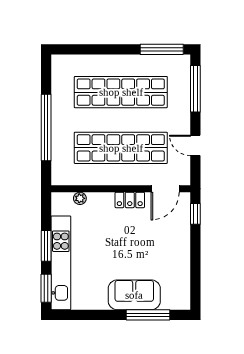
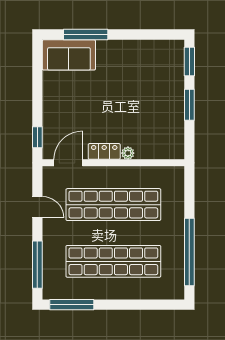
window: (46, 127) -> (189, 252), moved
plant: (80, 198) -> (128, 153), moved
kitchen unit: (61, 263) -> (174, 87), removed
sofa: (134, 295) -> (69, 55), moved

